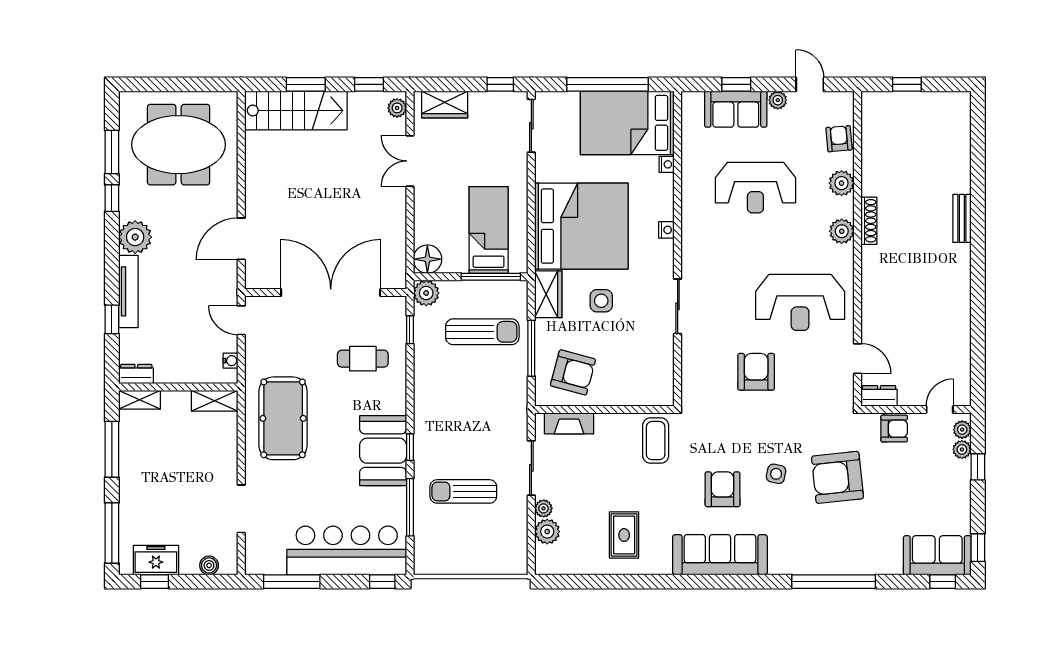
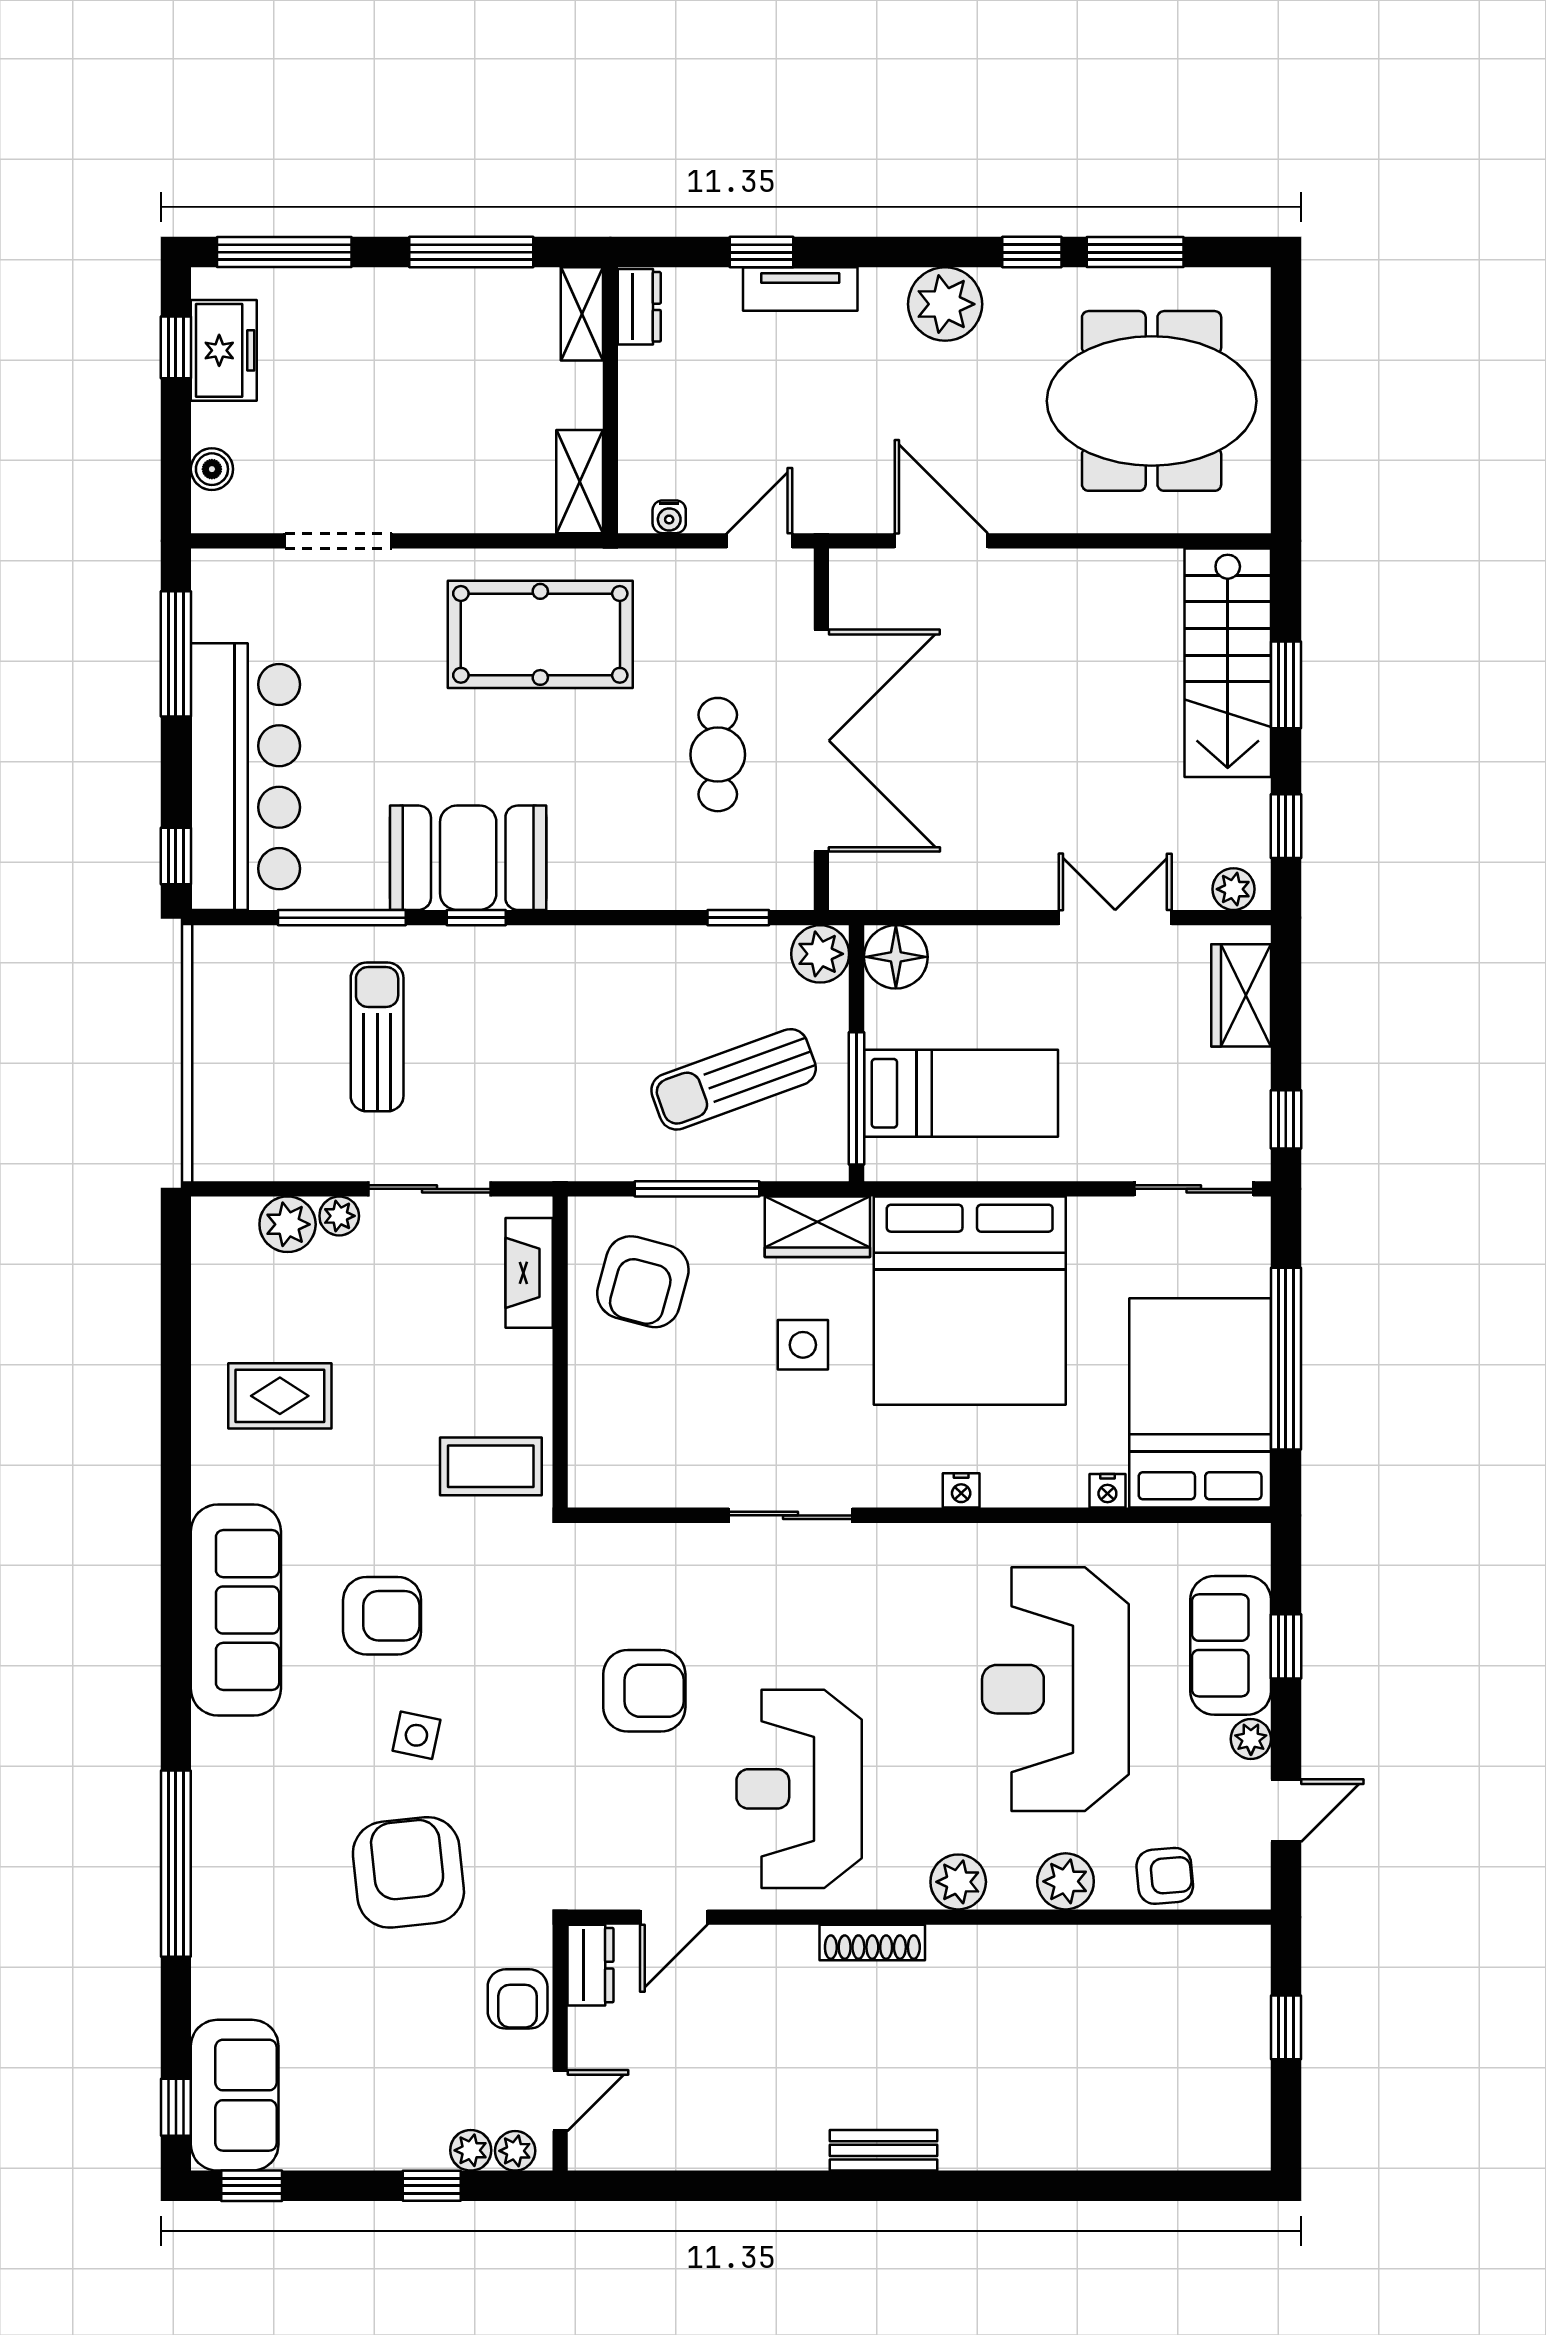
meeting table: (179, 145) -> (1152, 401), turned 90
reception desk: (755, 188) -> (1055, 1689), width x1.36, depth x1.30
bench: (962, 218) -> (883, 2150), moved
shoe rack: (869, 221) -> (872, 1943), moved
tv unit: (128, 291) -> (800, 289), width x0.71
sun lounger: (482, 332) -> (734, 1079), turned 70
cafe table: (363, 359) -> (718, 755), moved
door: (940, 409) -> (560, 2100), hinge flipped

